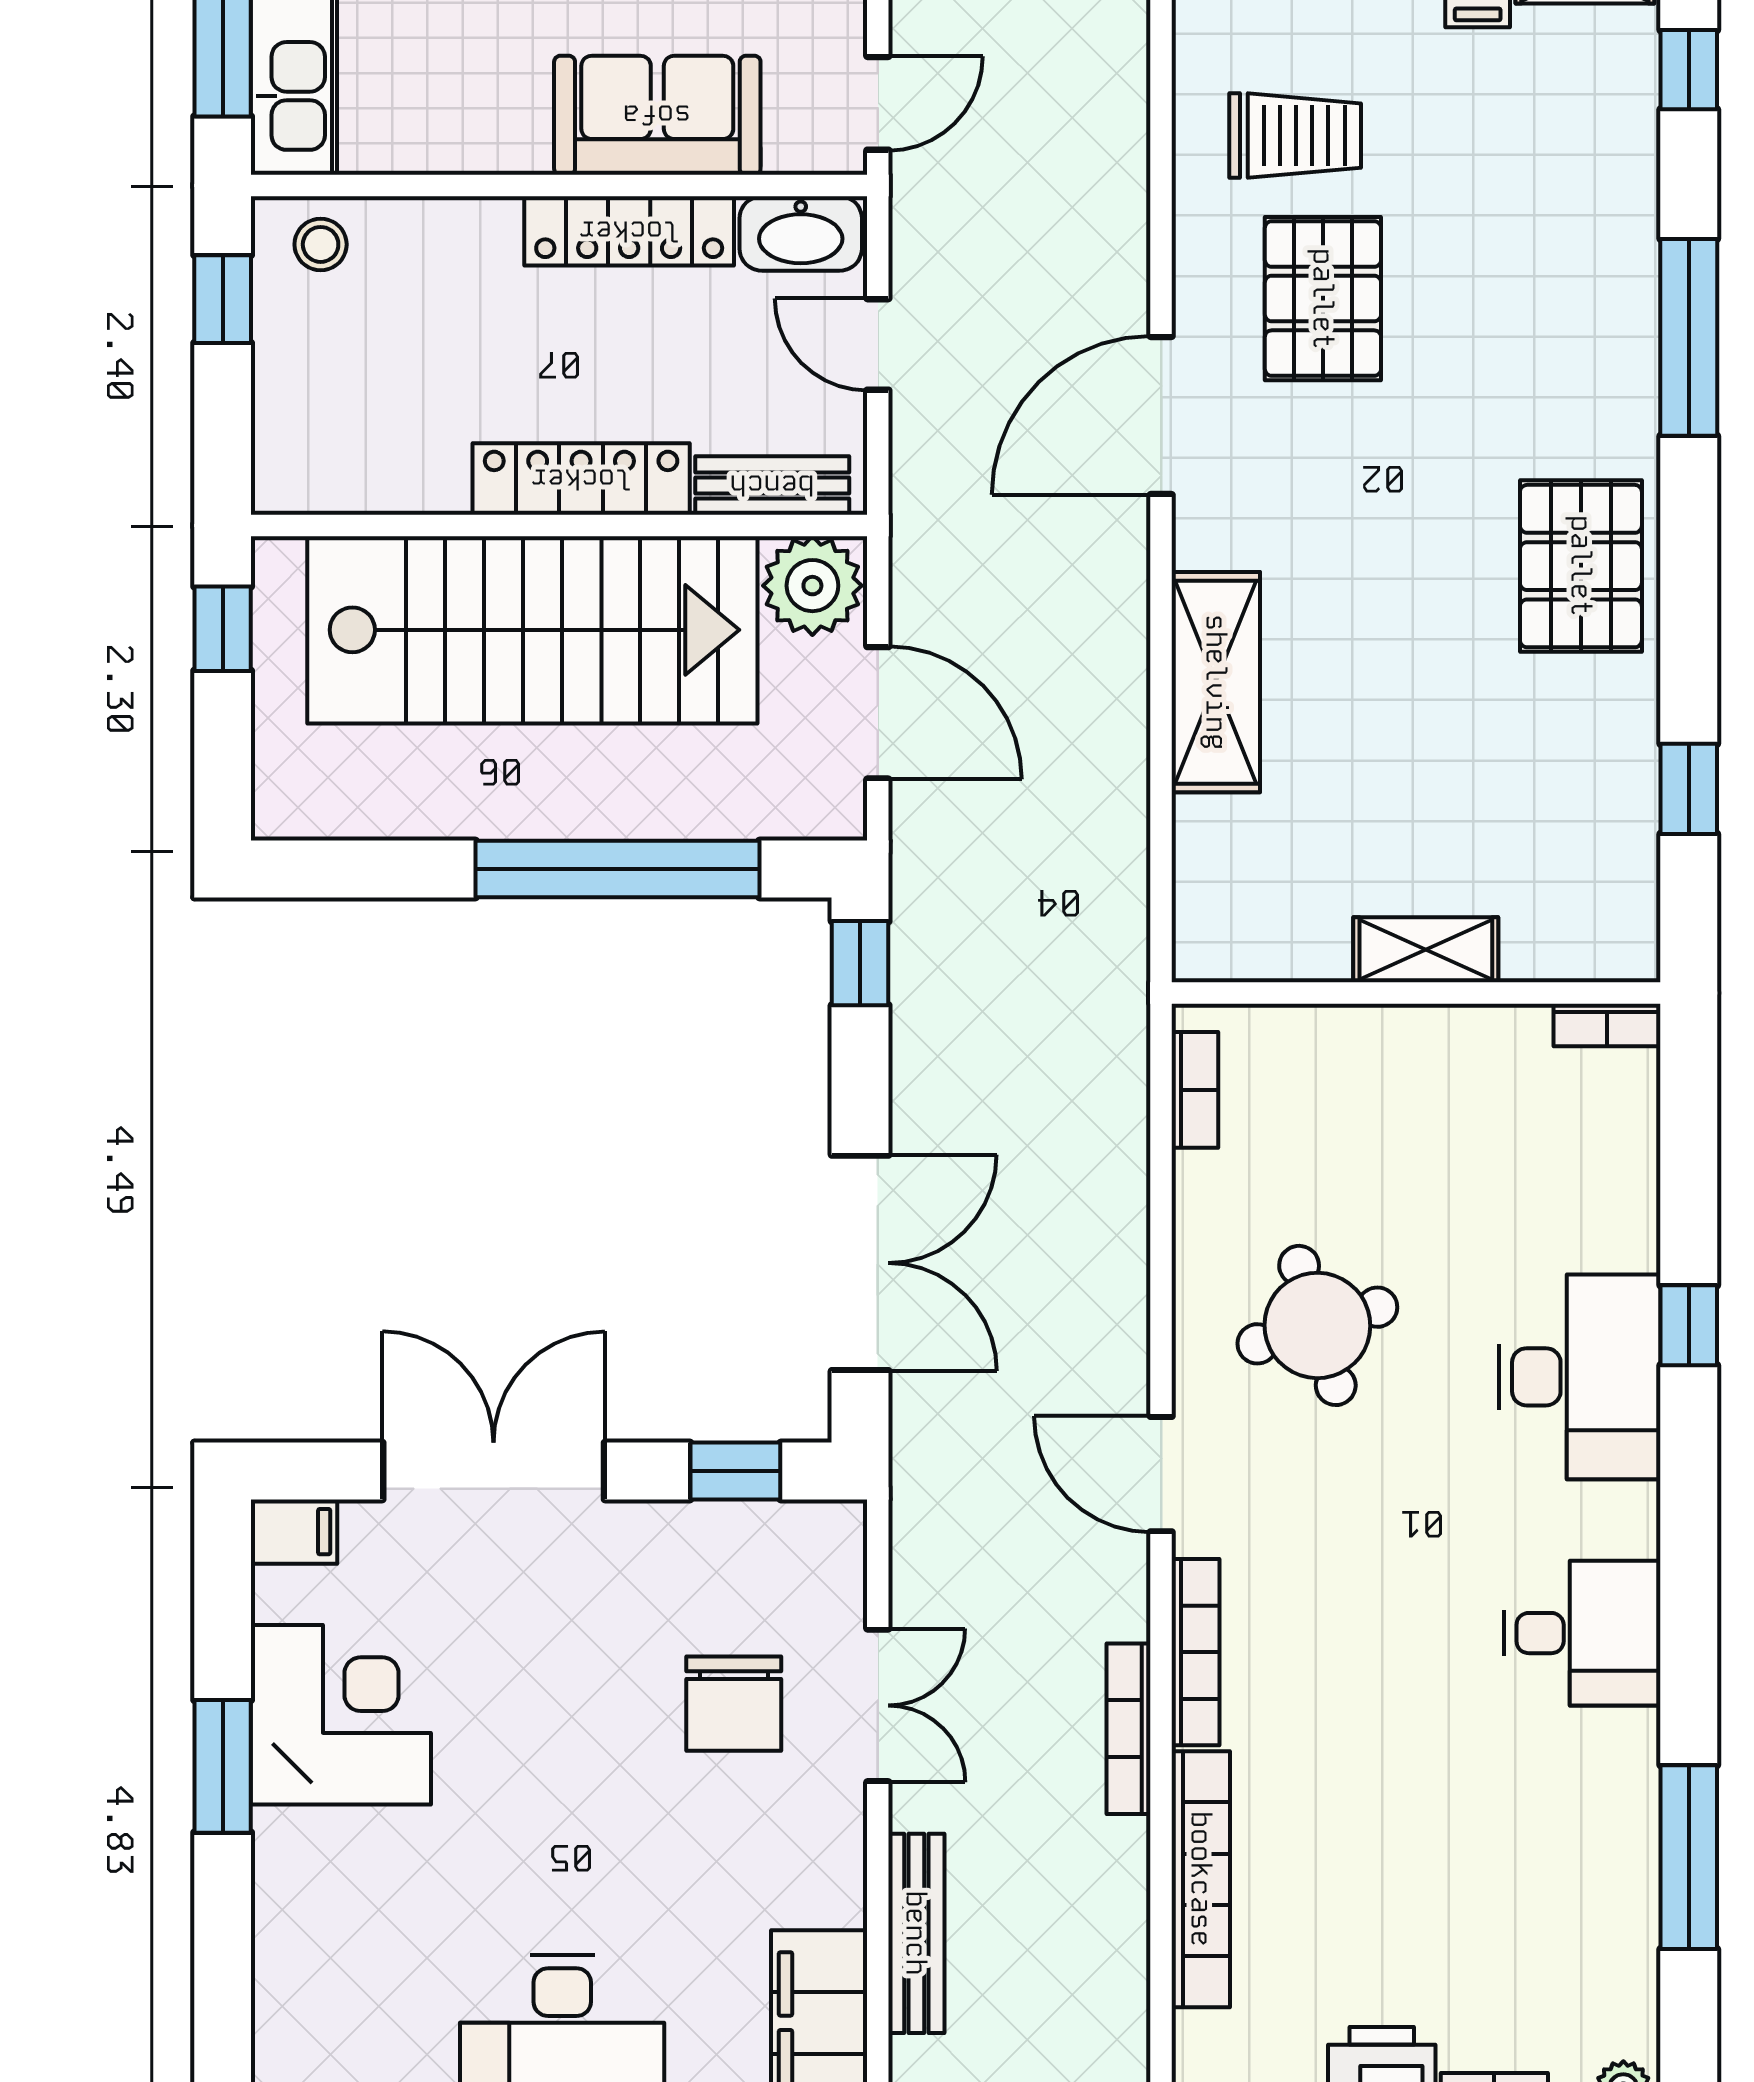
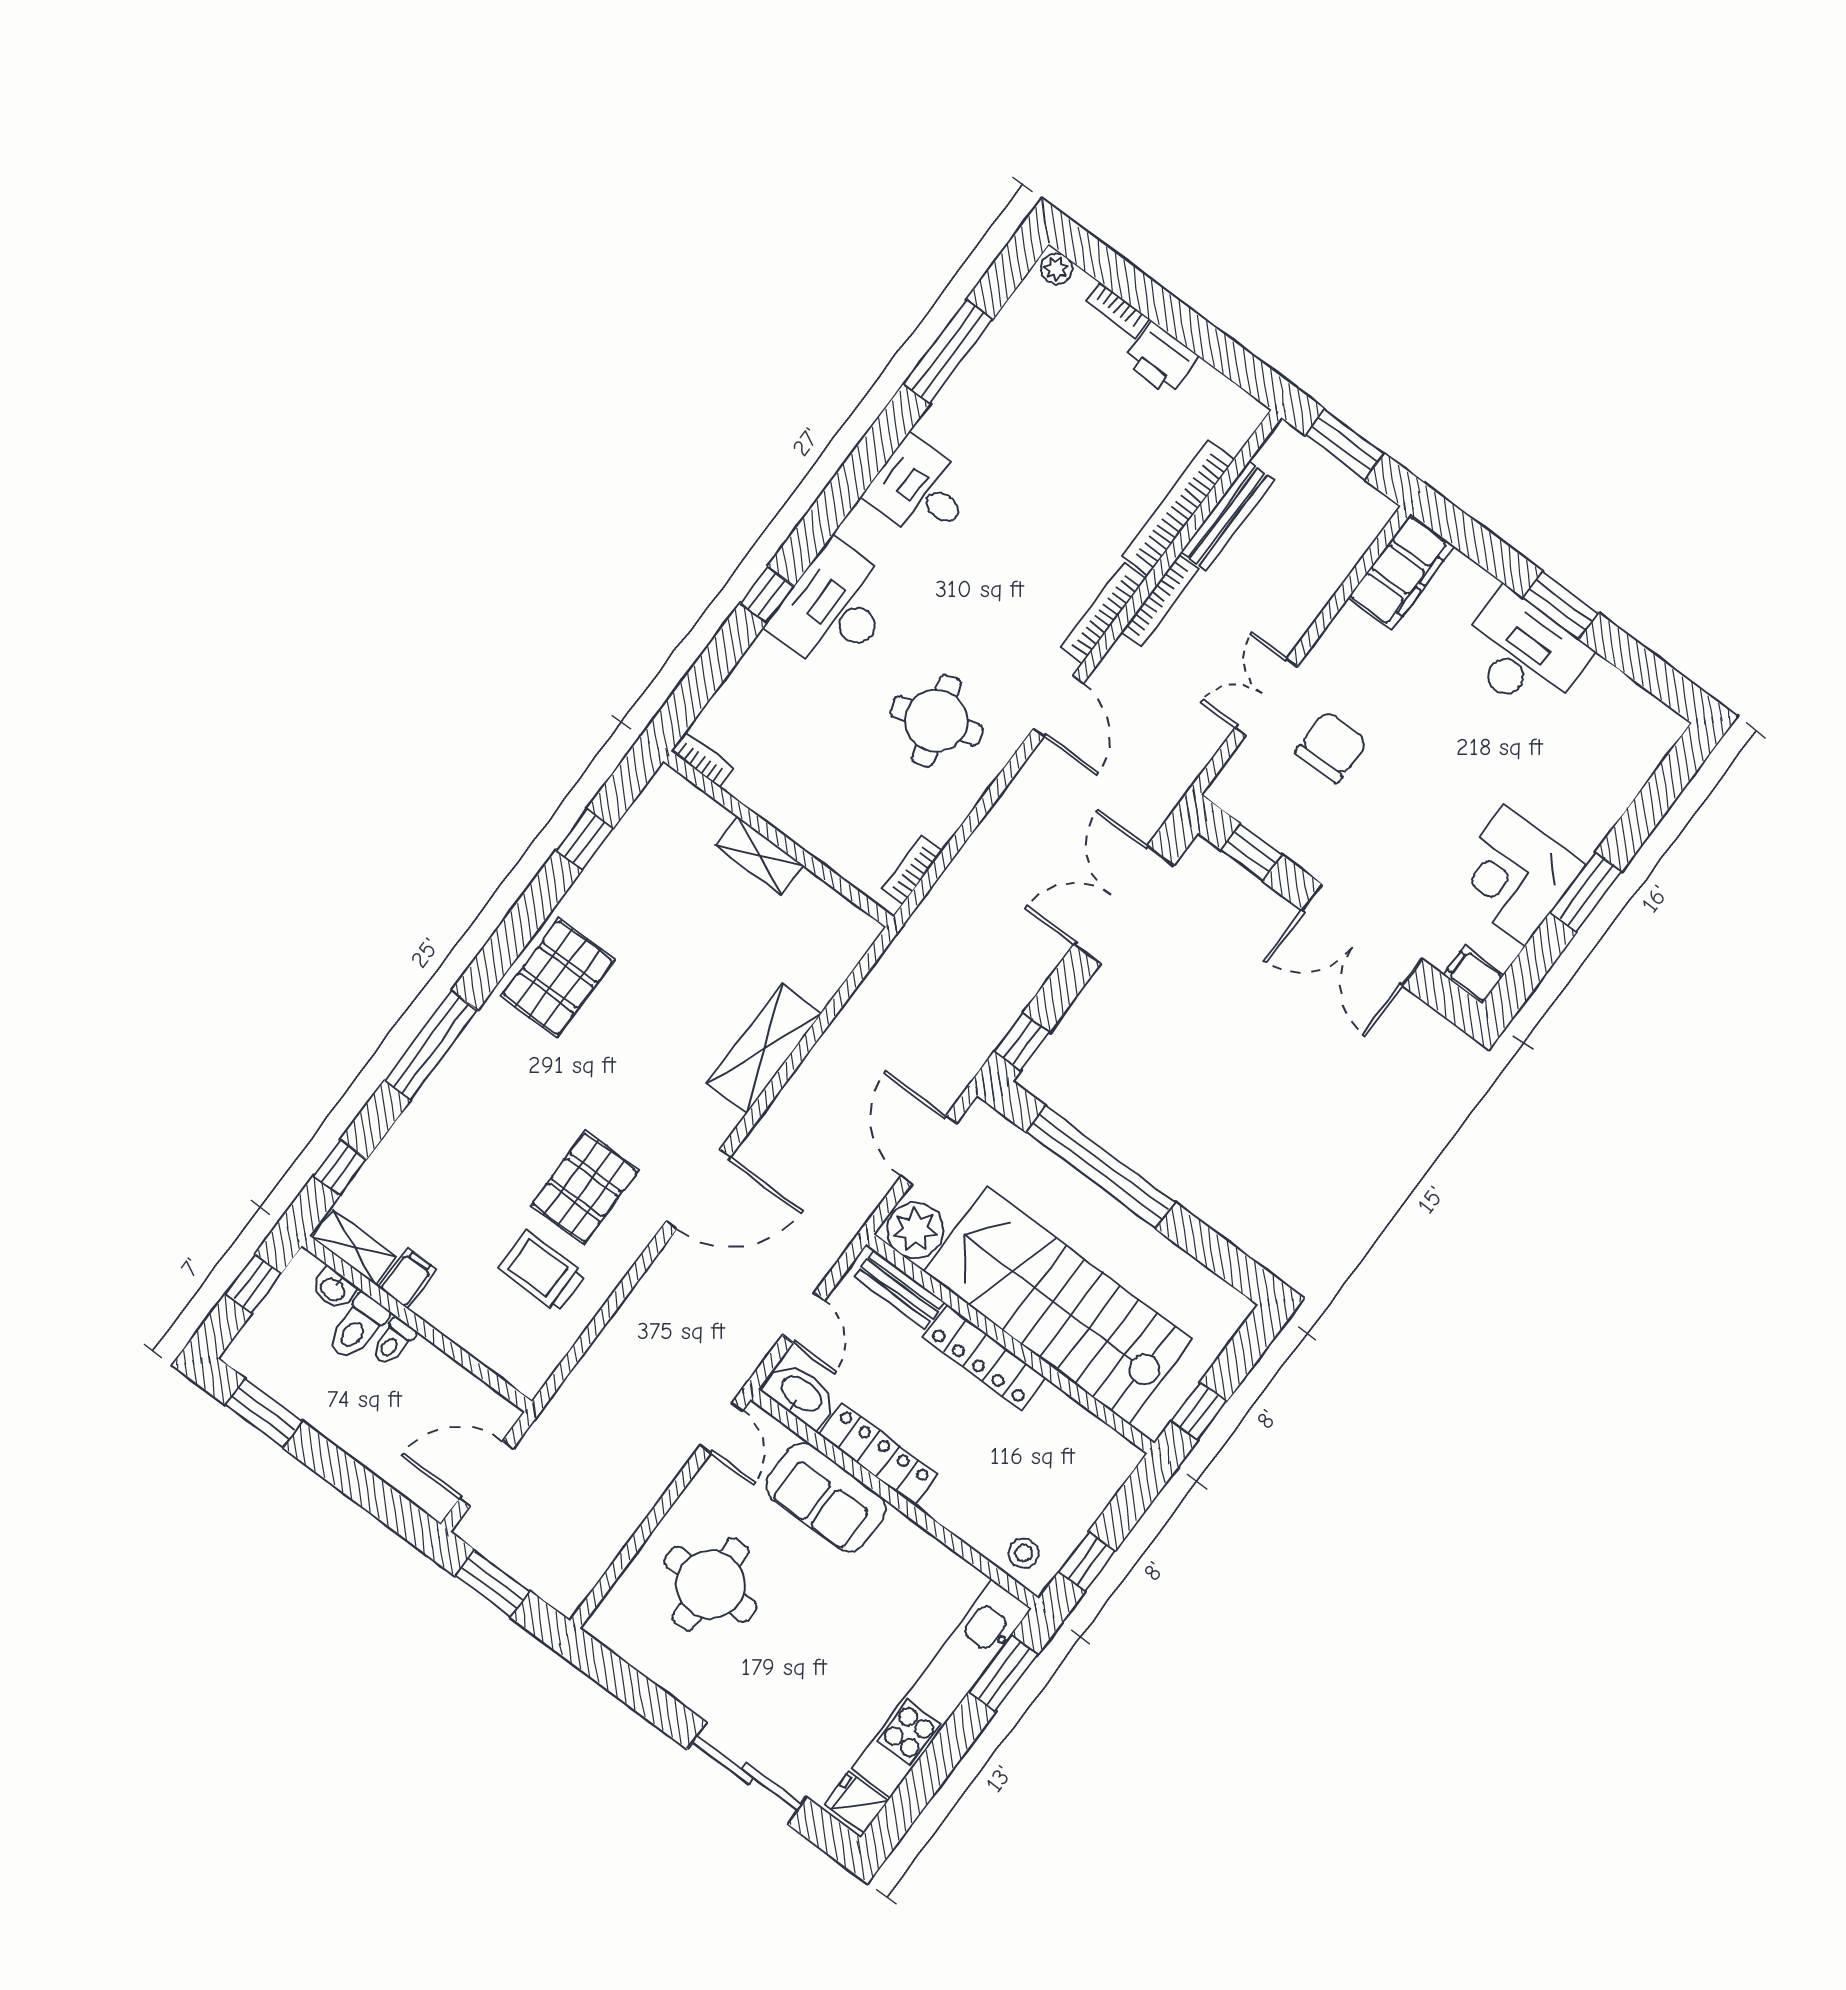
door: (878, 103) -> (721, 1428), swing flipped
bench: (916, 1933) -> (1227, 516), moved

